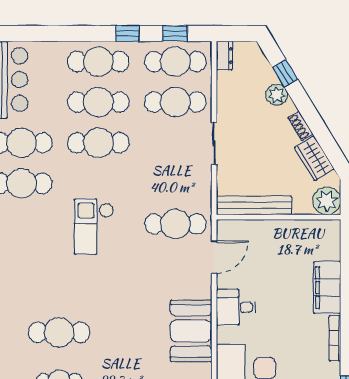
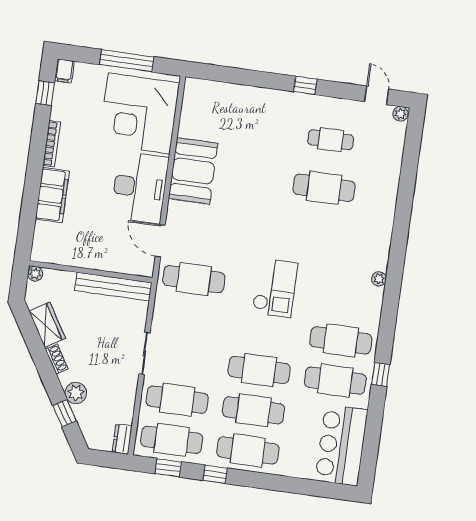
plant: (327, 201) -> (35, 274), width x0.53, depth x0.53
door: (214, 257) -> (160, 241), hinge flipped
desk: (236, 307) -> (140, 187), width x1.87, depth x1.30

